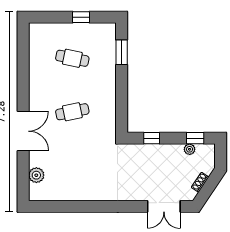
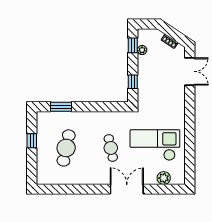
cafe table: (72, 58) -> (66, 148), width x1.37, depth x1.35
checkout: (76, 165) -> (155, 145), added

